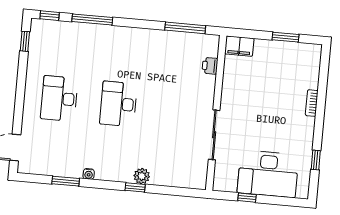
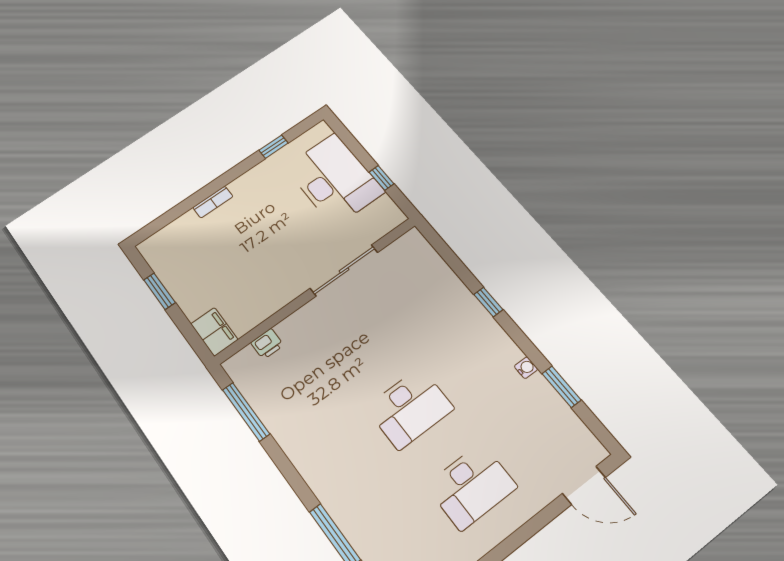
plant: (142, 176) -> (468, 306), removed

